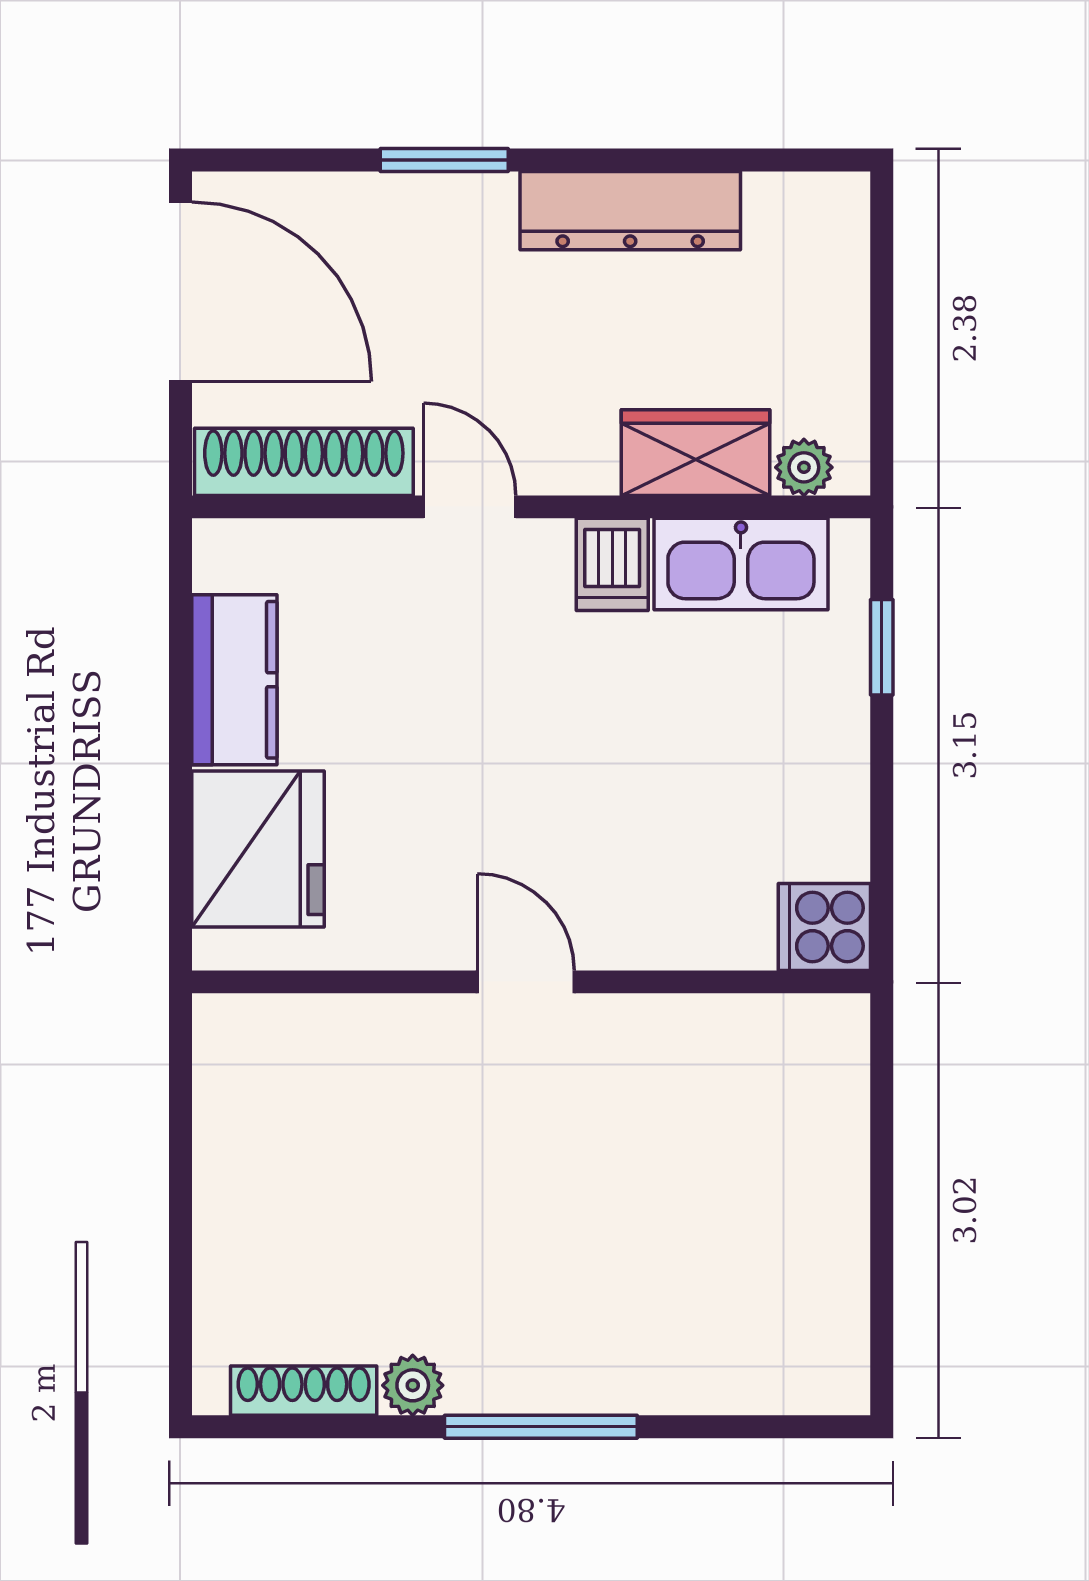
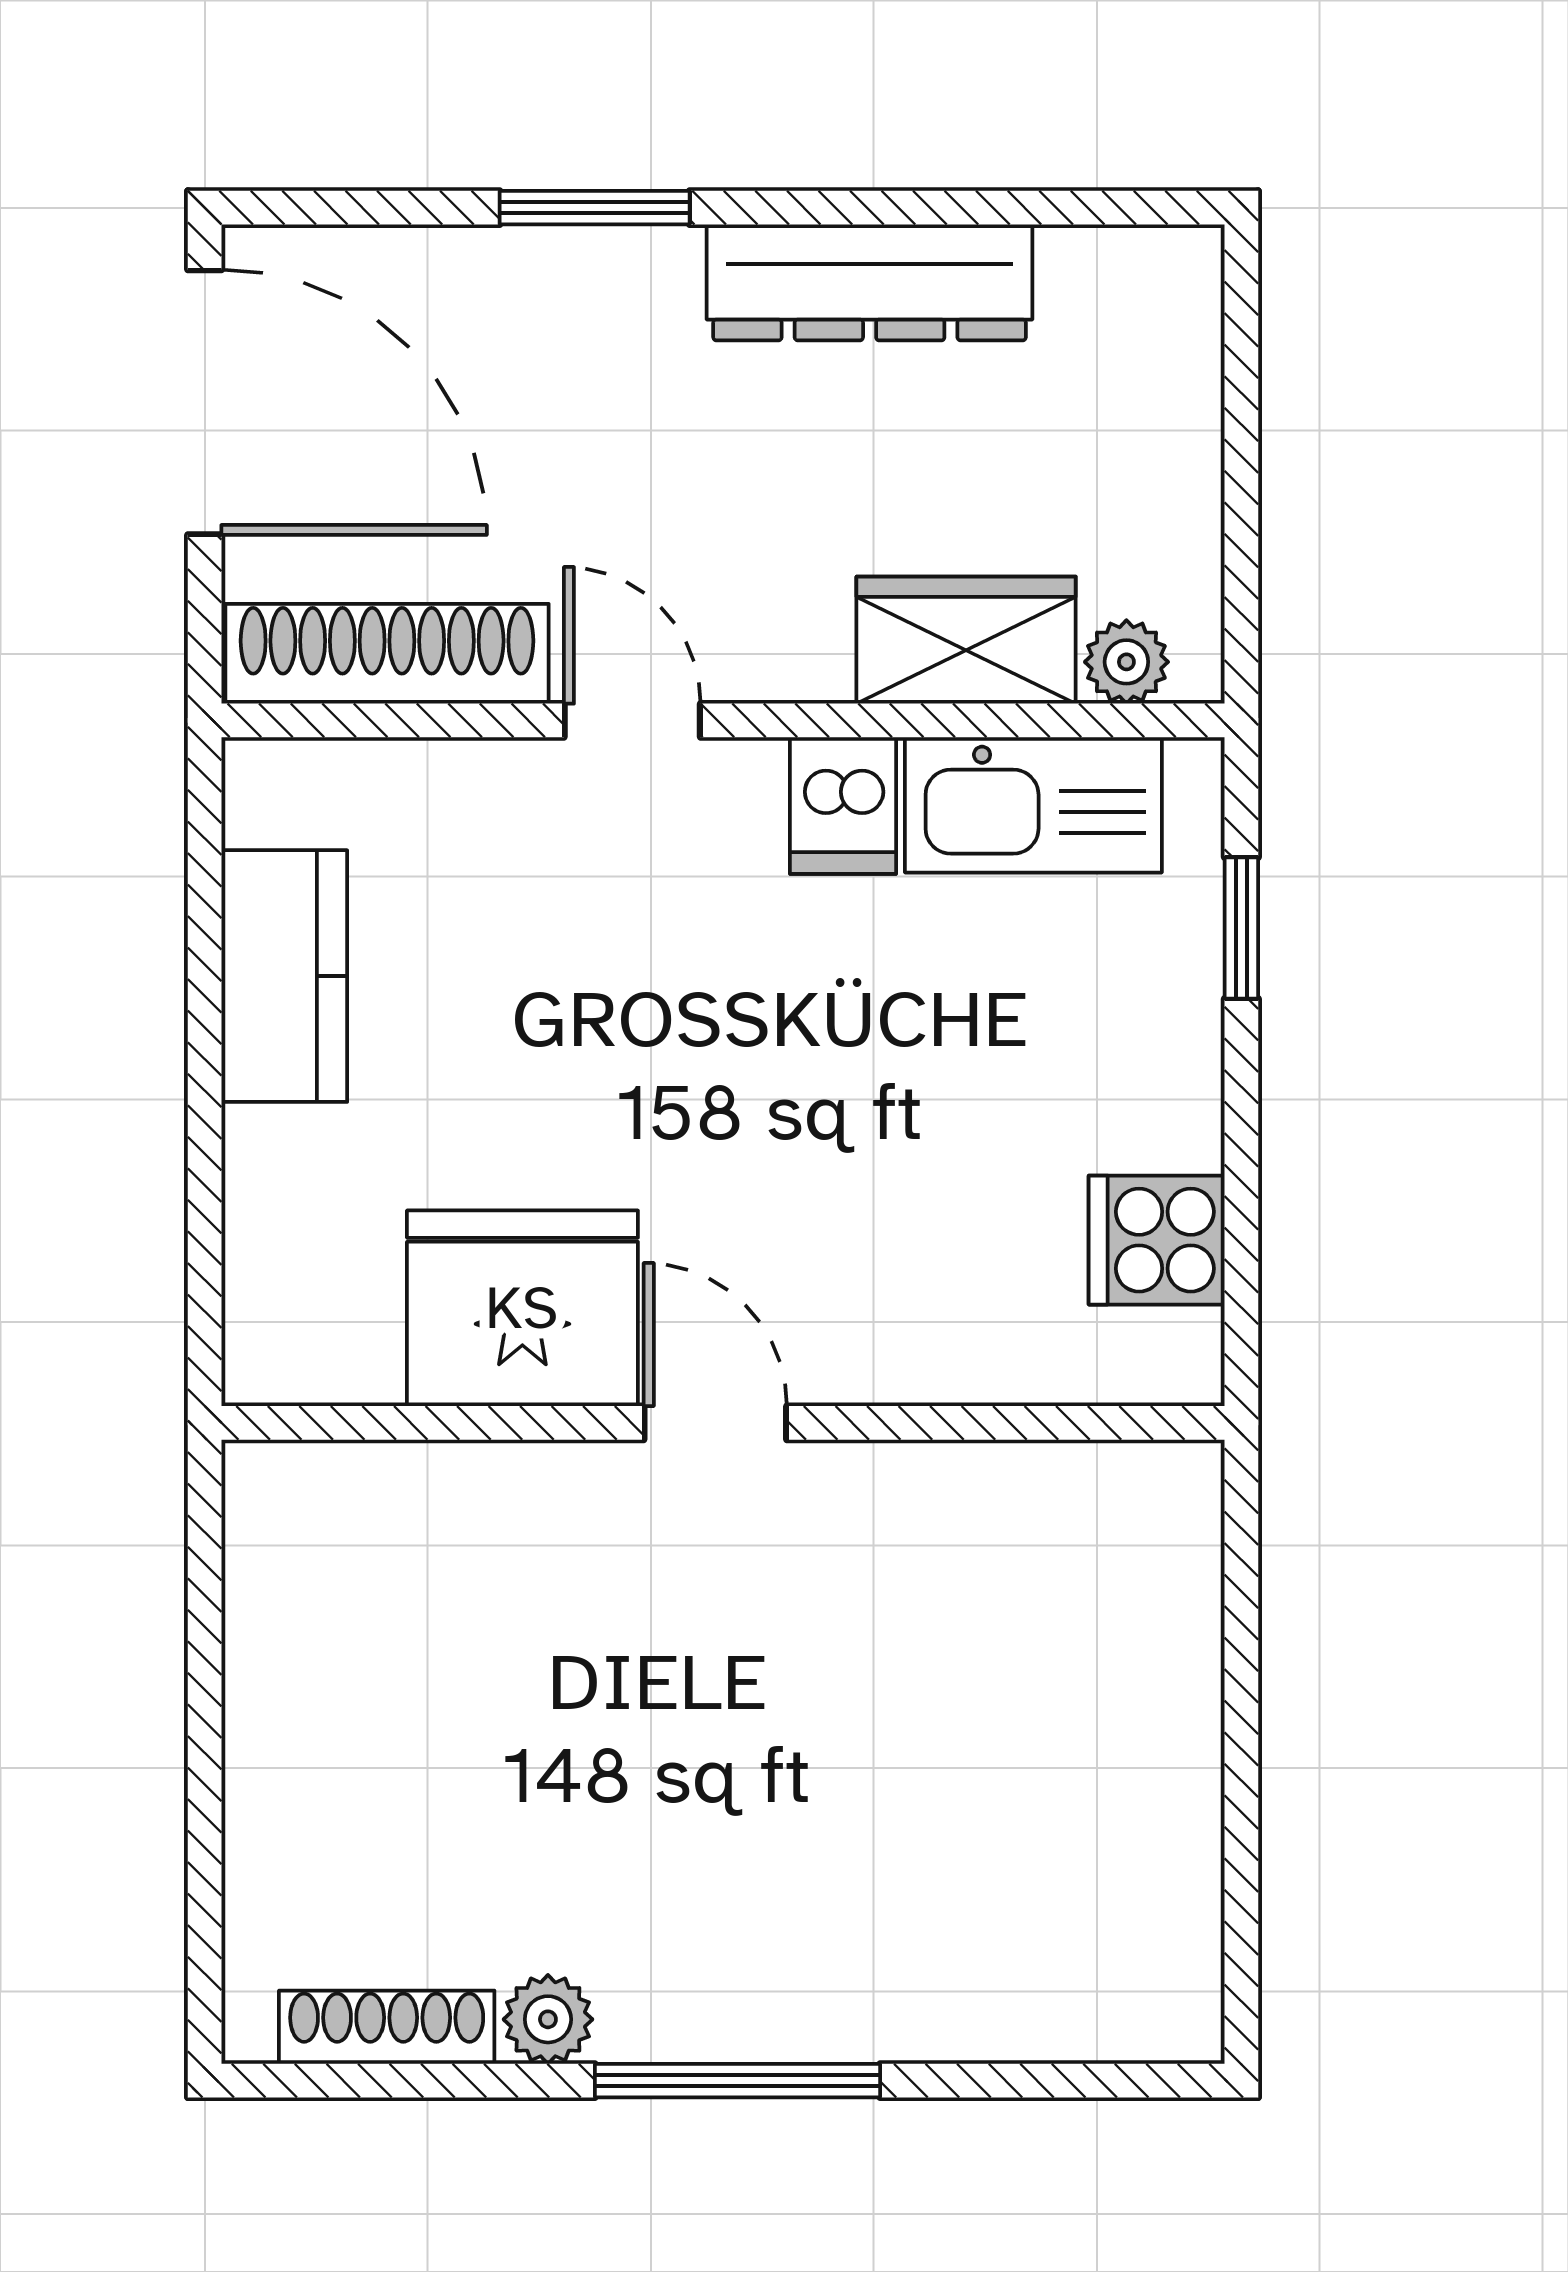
fridge: (258, 849) -> (522, 1308), moved, turned -90
cooker: (824, 927) -> (1157, 1240), moved

